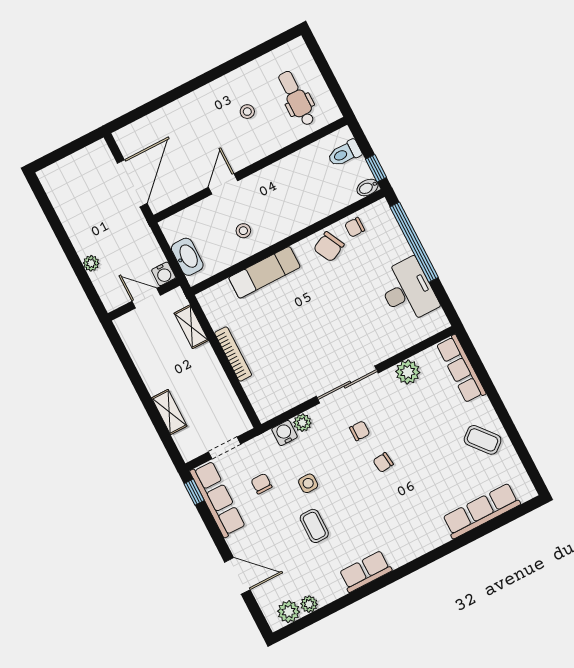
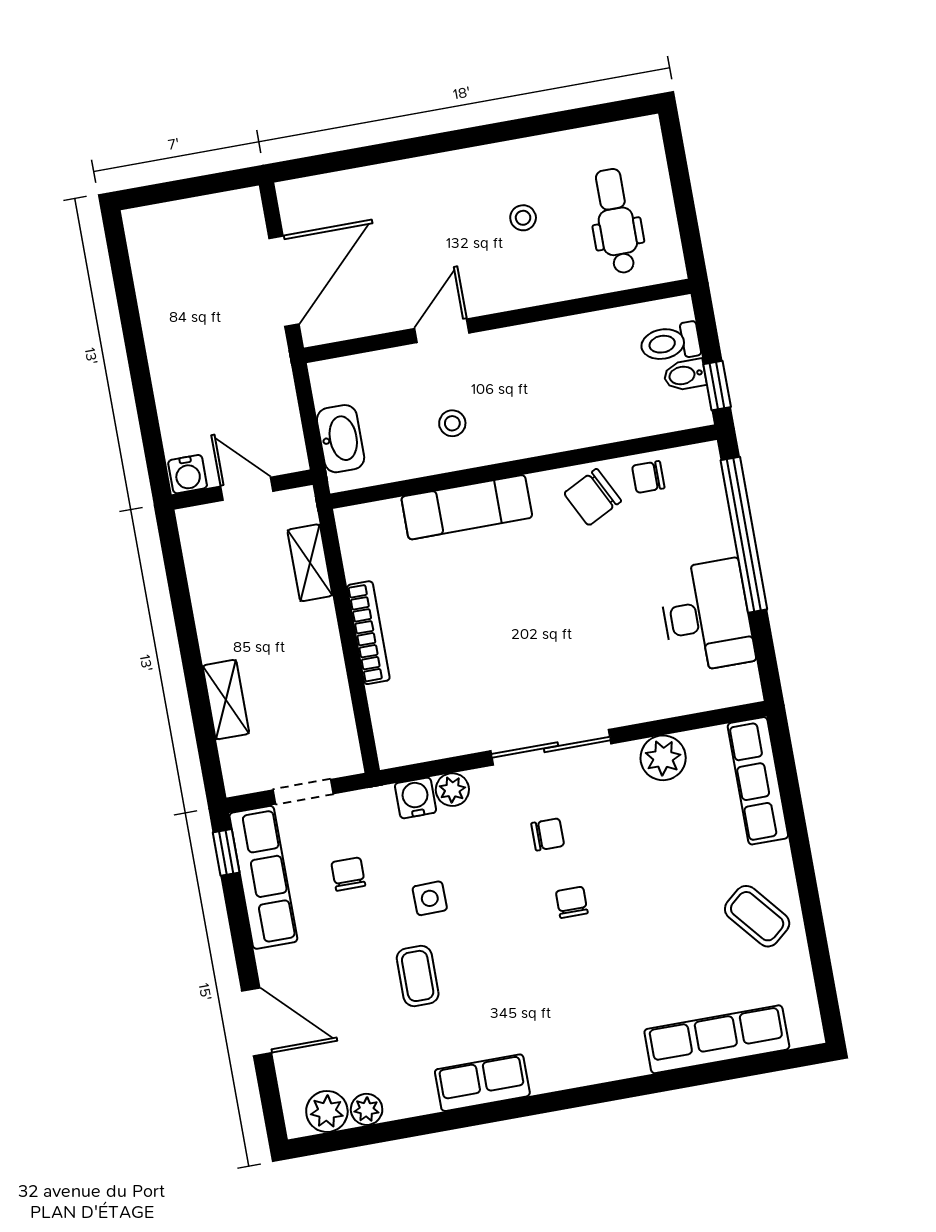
bidet: (368, 188) -> (685, 375), moved
plant: (91, 263) -> (169, 398), removed
water cooler: (164, 274) -> (188, 474), moved
chair: (383, 462) -> (572, 902), turned 97

